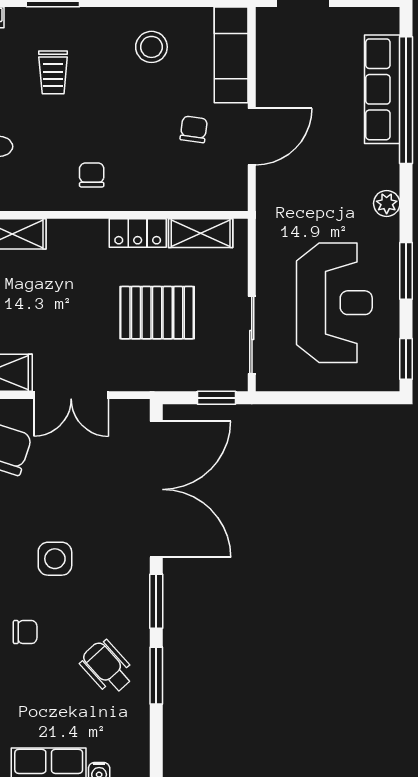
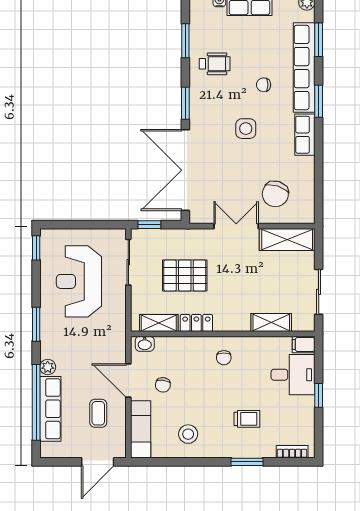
trolley: (53, 72) -> (247, 419), turned 90
coffee table: (302, 82) -> (98, 413), added
door: (252, 137) -> (128, 381), hinge flipped
washbasin: (224, 198) -> (145, 344), added
plant: (387, 203) -> (48, 367), moved
window: (406, 271) -> (36, 324), moved
wheelchair: (107, 667) -> (215, 64), turned -48
window: (156, 676) -> (185, 41), moved

